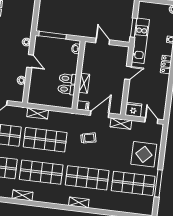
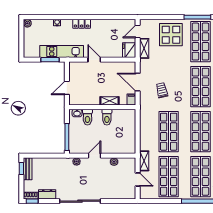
toilet: (66, 89) -> (87, 117), moved
shelving: (38, 113) -> (144, 161), moved
shelving: (121, 124) -> (144, 48), moved

